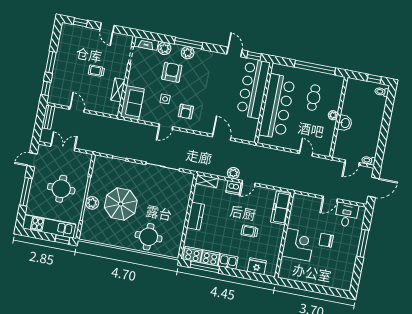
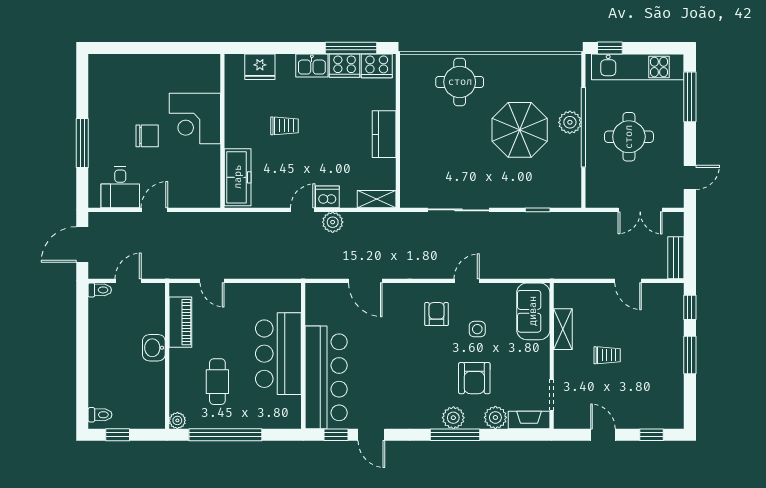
bar counter: (277, 106) -> (278, 354), width x0.73
plant: (333, 115) -> (177, 420), moved
piano: (328, 134) -> (180, 322), added
window: (26, 192) -> (690, 97), moved

